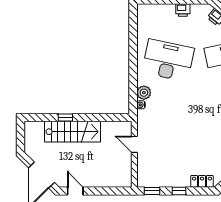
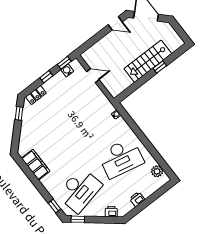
plant: (144, 93) -> (157, 171), moved
door: (134, 144) -> (93, 76), moved
water cooler: (155, 182) -> (67, 70), added

